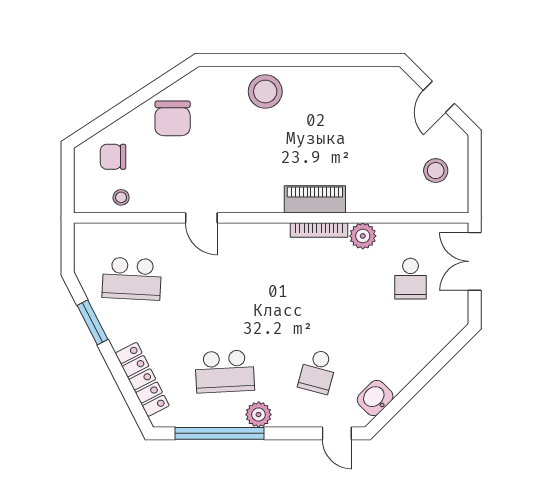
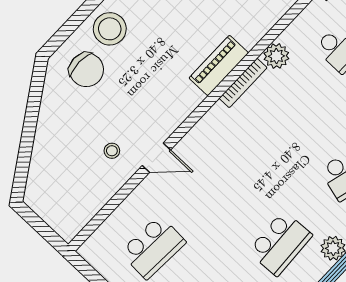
chair: (173, 118) -> (86, 70), moved
chair: (113, 157) -> (55, 179), removed
stool: (121, 197) -> (112, 151), moved

